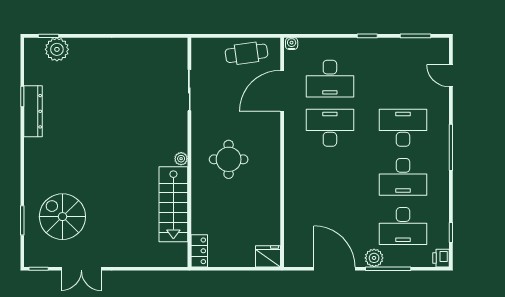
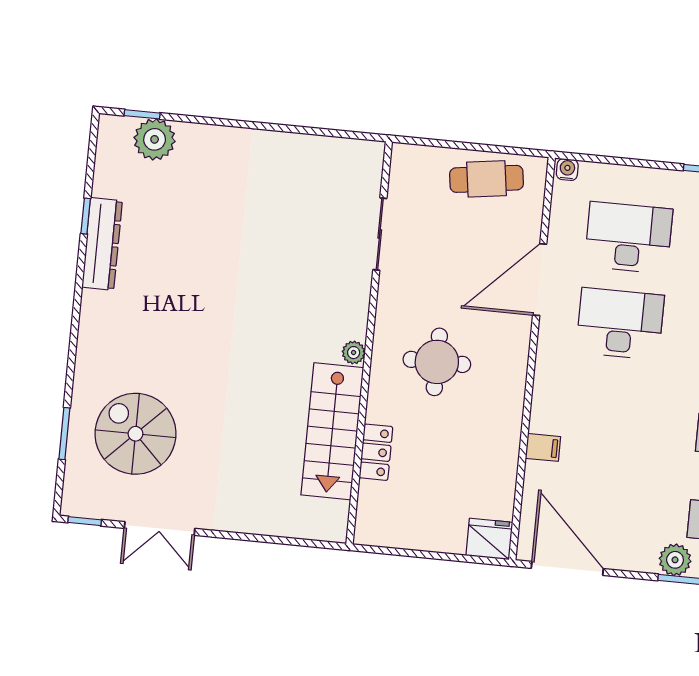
desk: (330, 79) -> (628, 238), turned 180
door: (282, 91) -> (540, 280), moved
filing cabinet: (293, 202) -> (543, 447), added
locker: (199, 251) -> (376, 452), moved
door: (335, 269) -> (567, 568), moved

